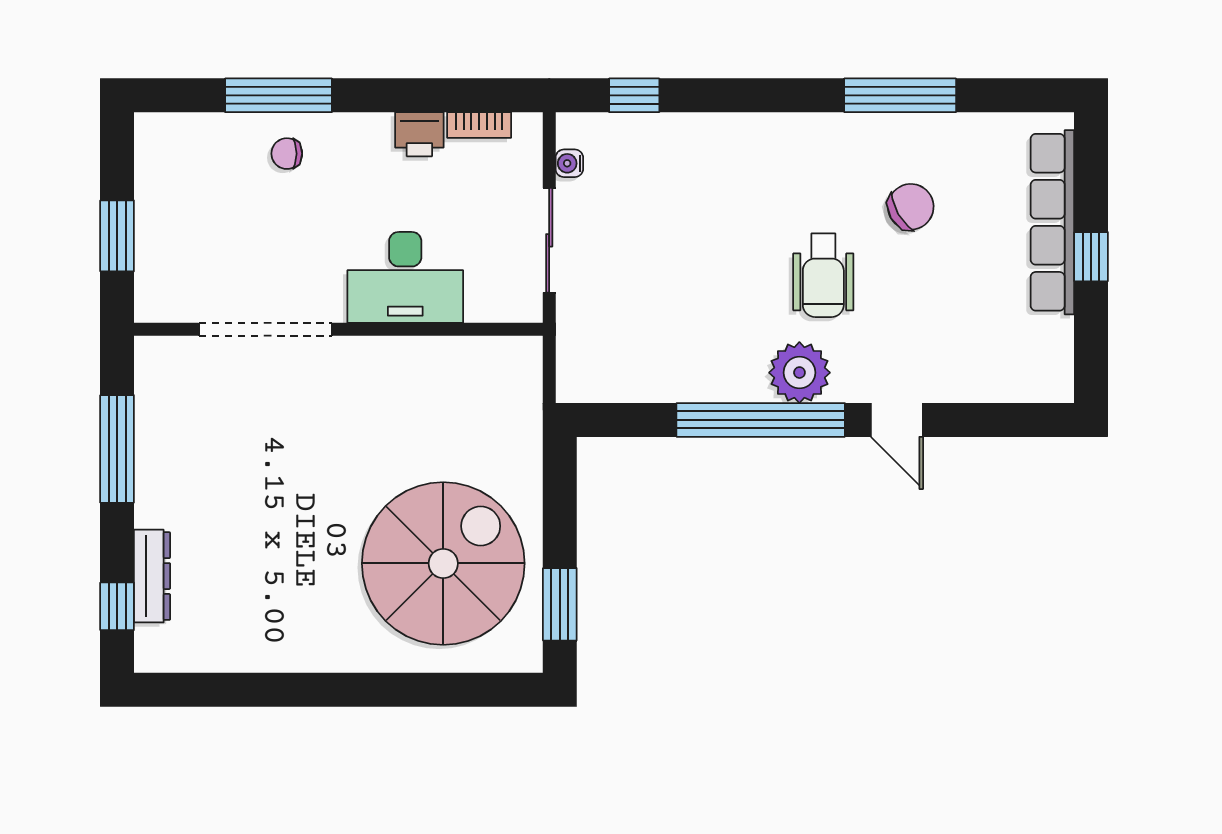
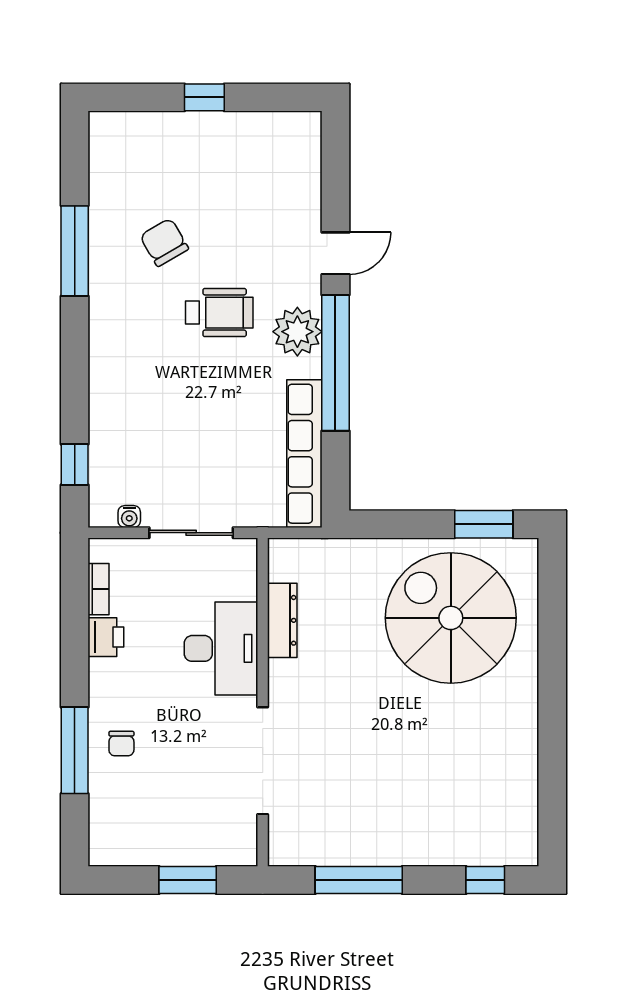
row of seats: (1052, 222) -> (304, 454), moved, turned 90
dresser: (152, 576) -> (282, 620), moved, turned 90

